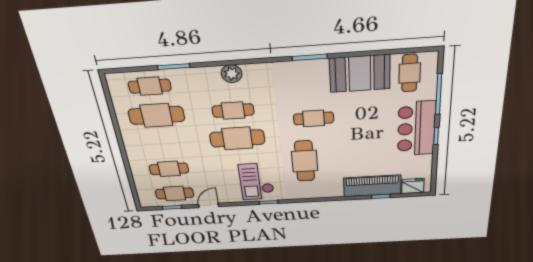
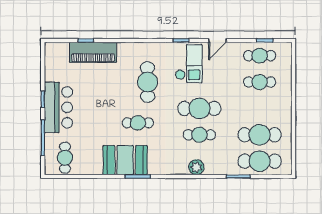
booth: (360, 74) -> (125, 160), moved
cafe table: (150, 86) -> (260, 161), width x1.37, depth x1.35
fridge: (413, 186) -> (60, 50), removed
door: (209, 205) -> (217, 40), moved

